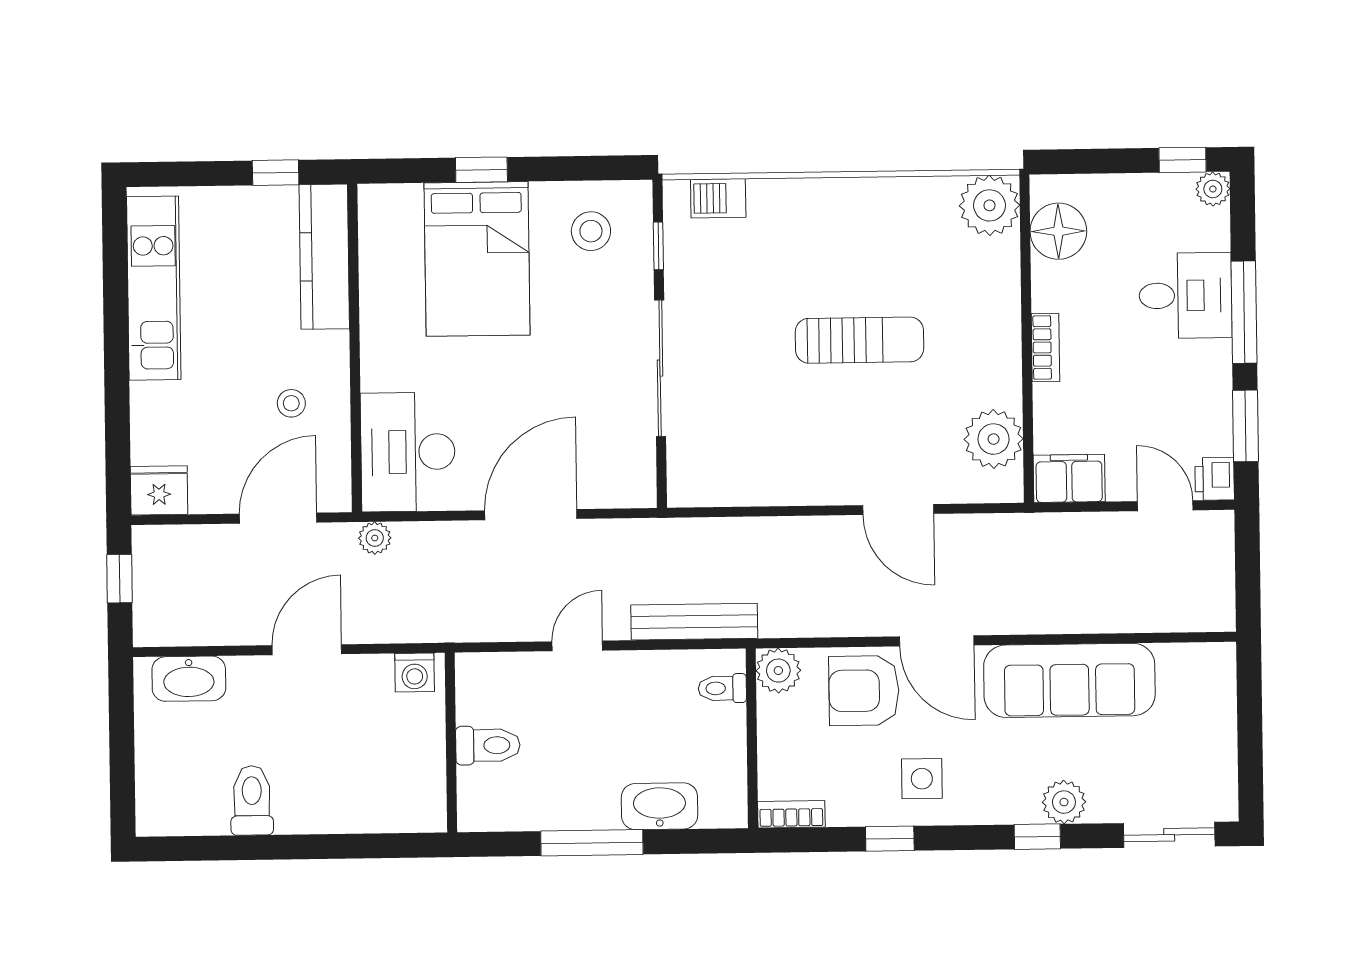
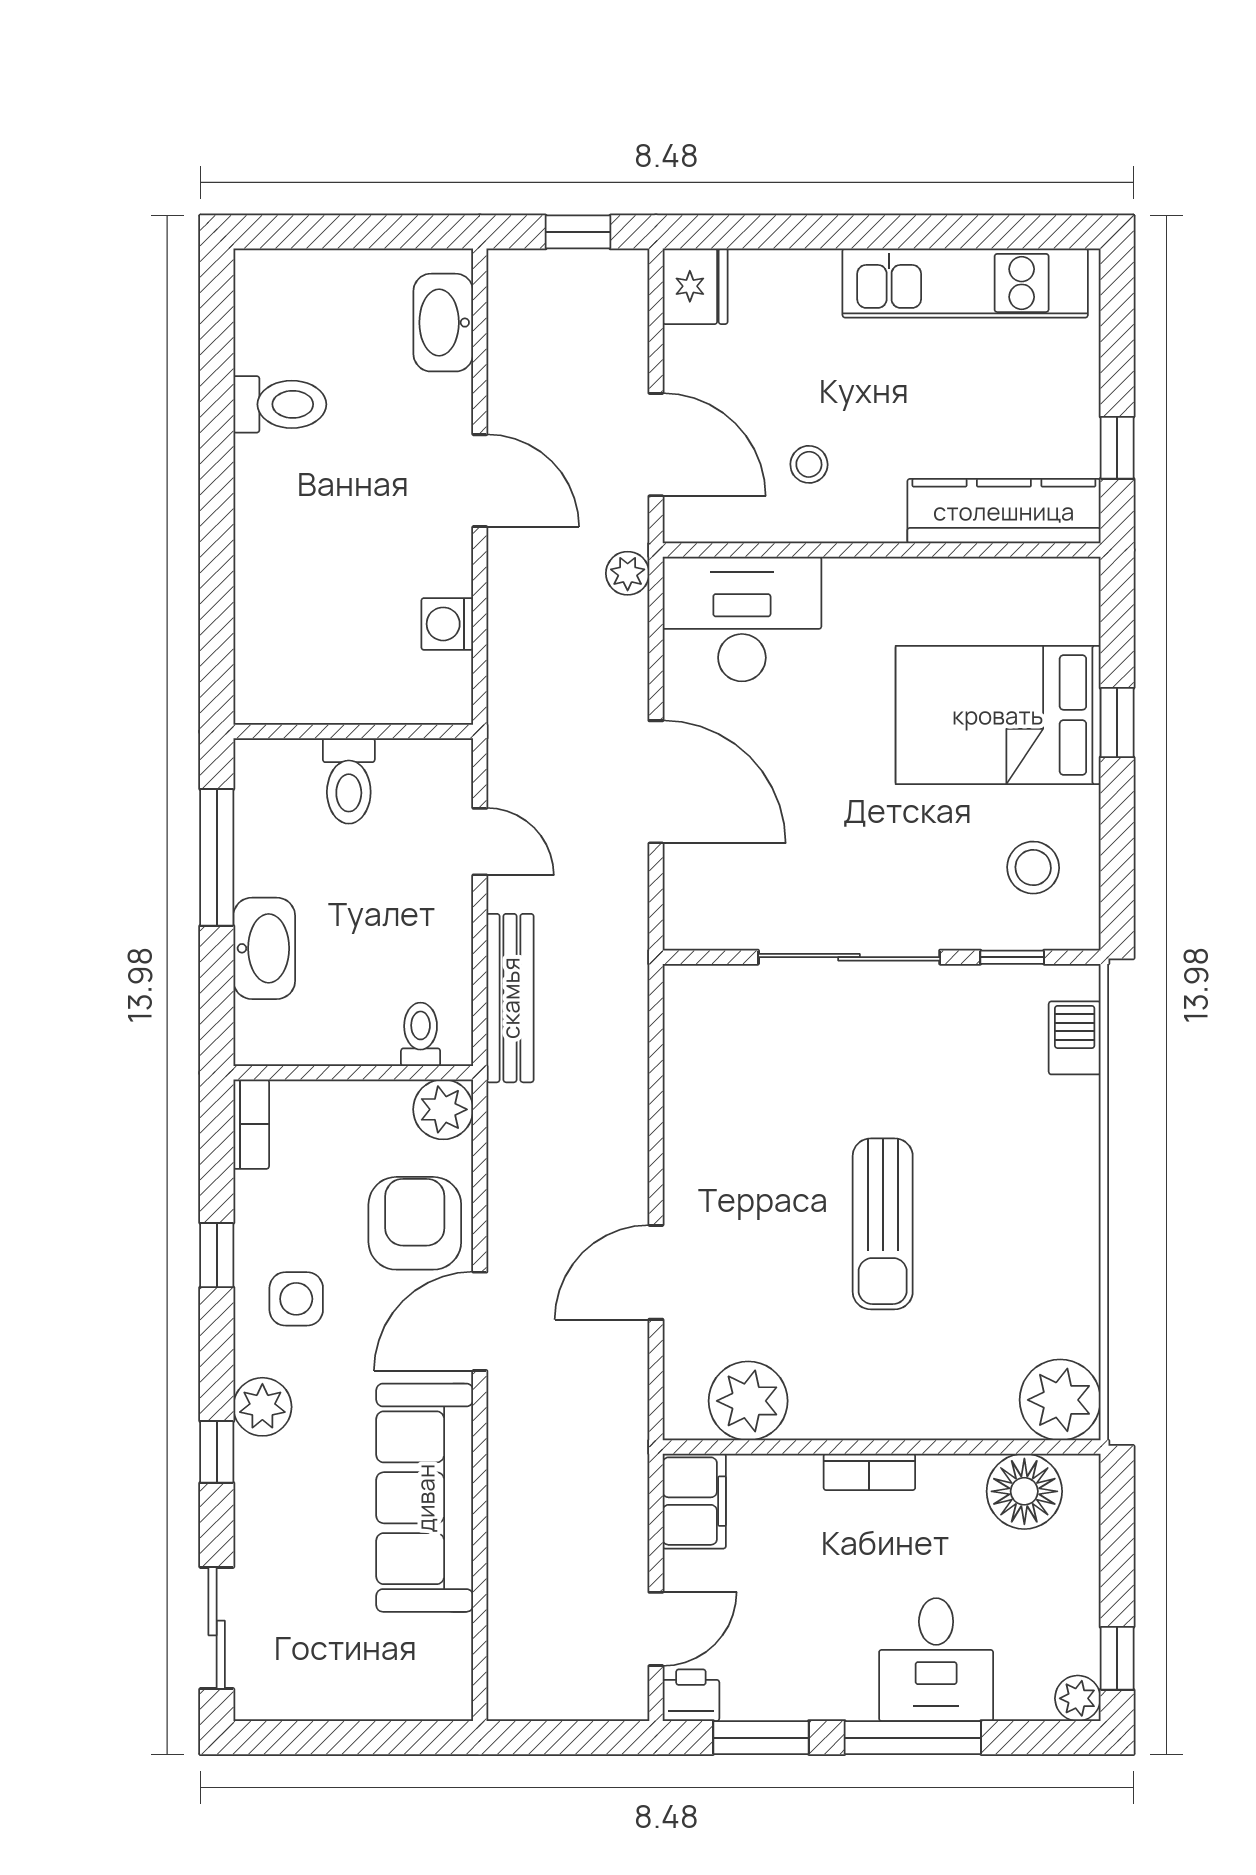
wall: (451, 743) -> (353, 732), moved
toilet: (488, 745) -> (349, 781), moved
plant: (1064, 802) -> (262, 1407), moved

